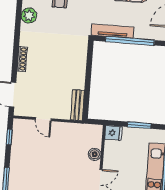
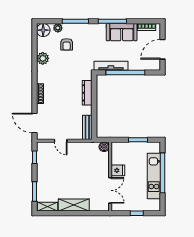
dresser: (81, 62) -> (87, 93), added
fridge: (113, 133) -> (118, 170), moved
boiler: (95, 154) -> (104, 147), moved

